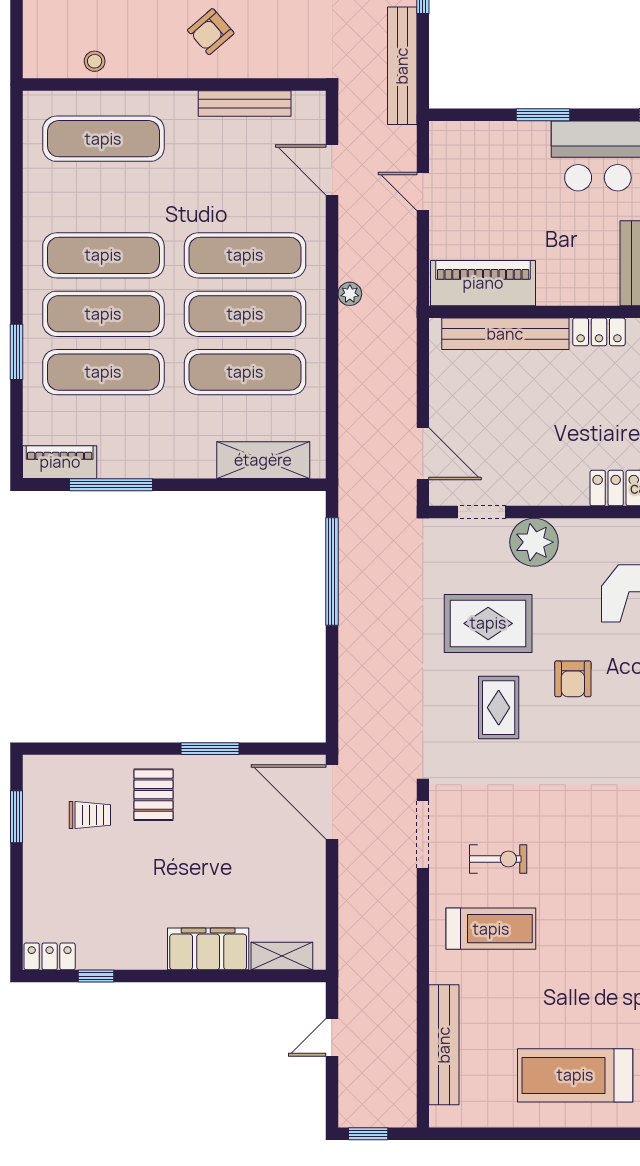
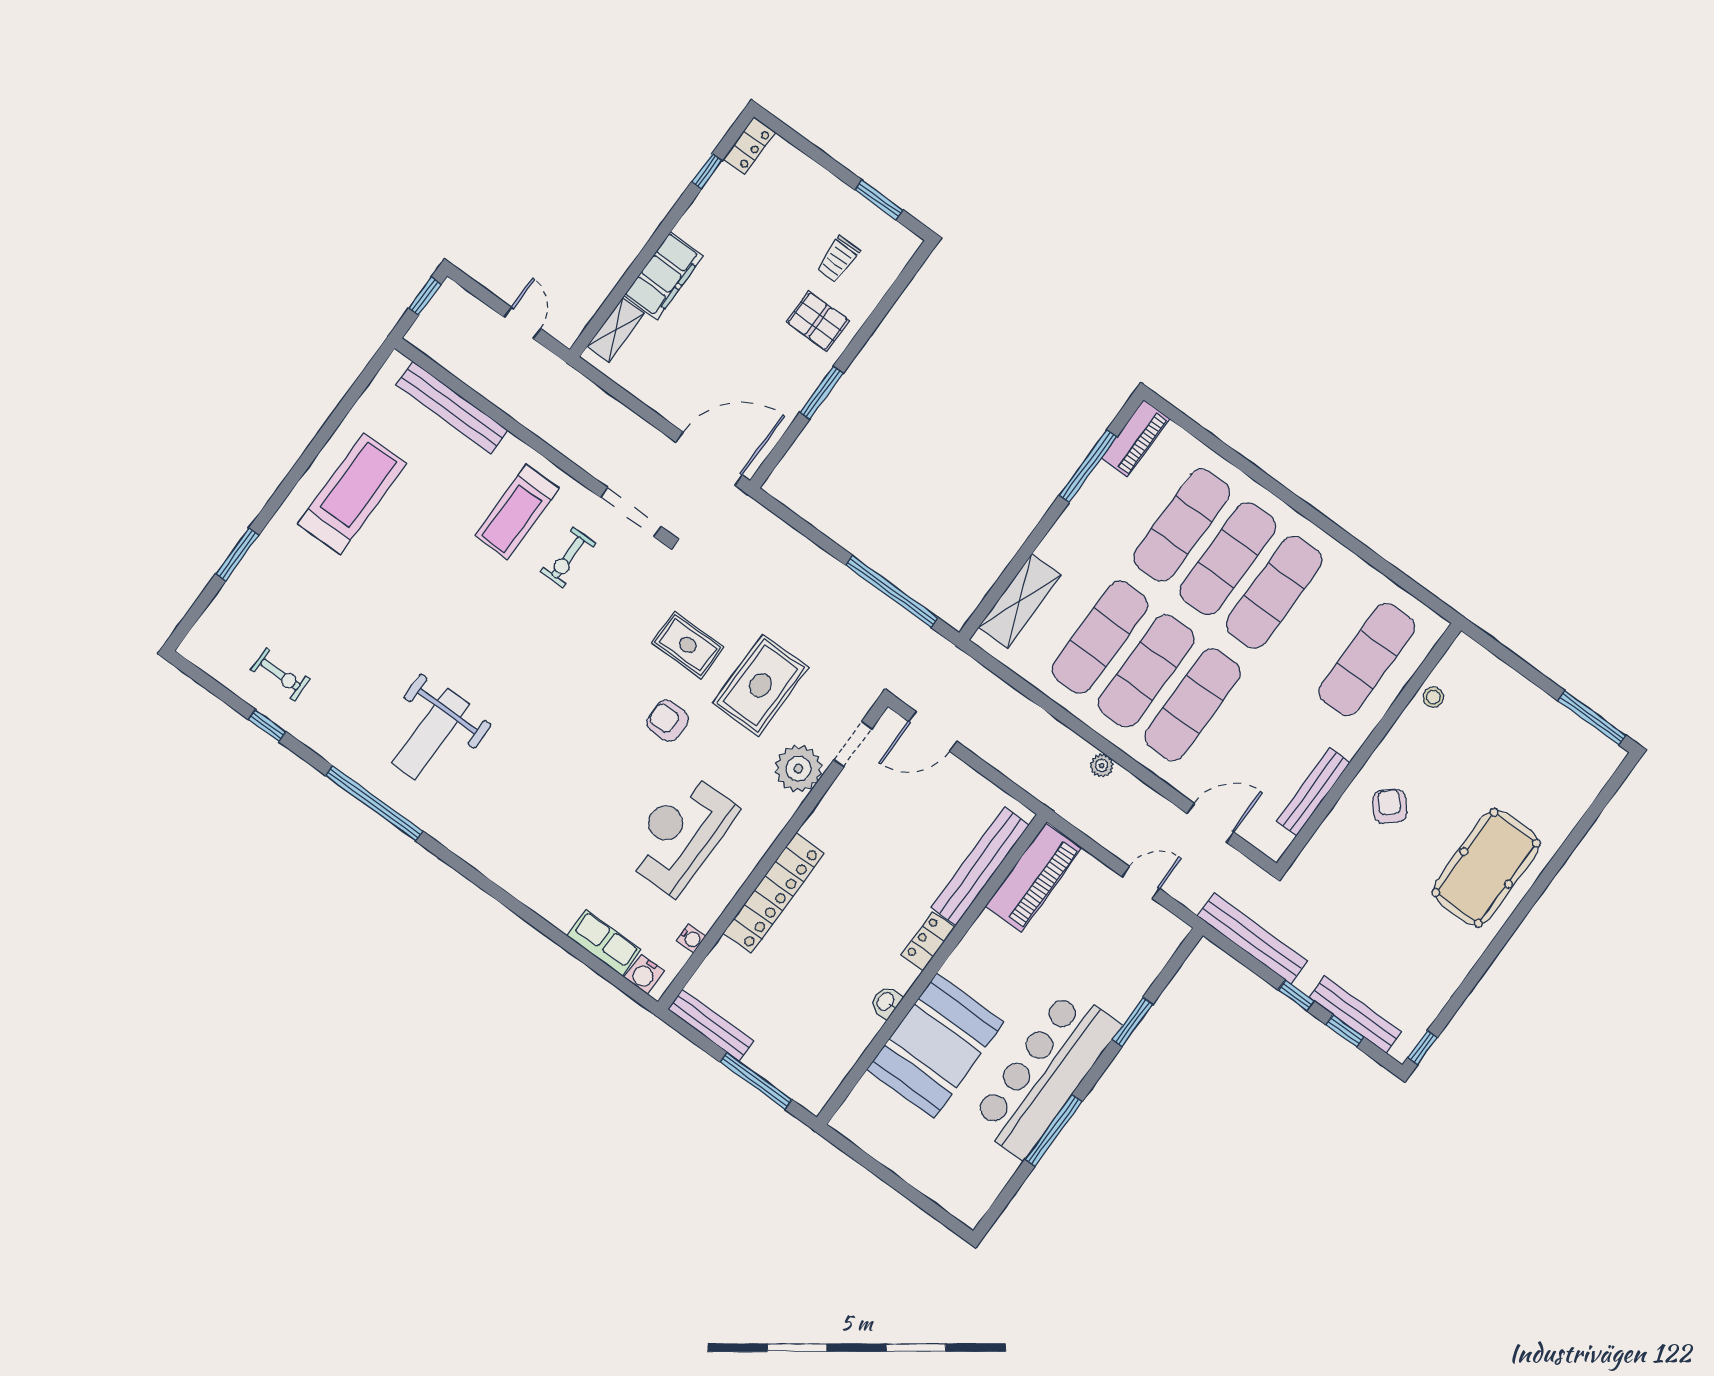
window: (17, 352) -> (1248, 468), removed

